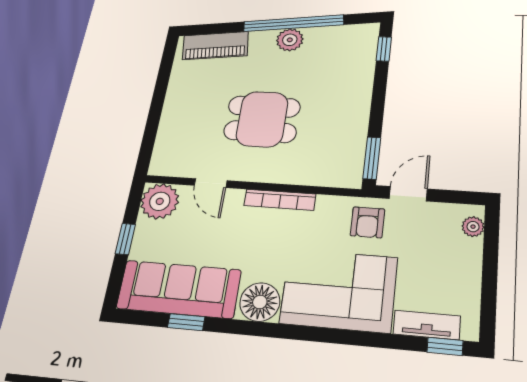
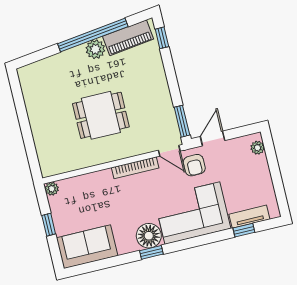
piano: (215, 46) -> (128, 38), moved
door: (211, 183) -> (169, 151), moved
plant: (160, 201) -> (52, 189), width x0.53, depth x0.53
sofa: (179, 289) -> (87, 247), width x0.73
window: (186, 322) -> (151, 252), moved
window: (445, 346) -> (244, 230), moved

